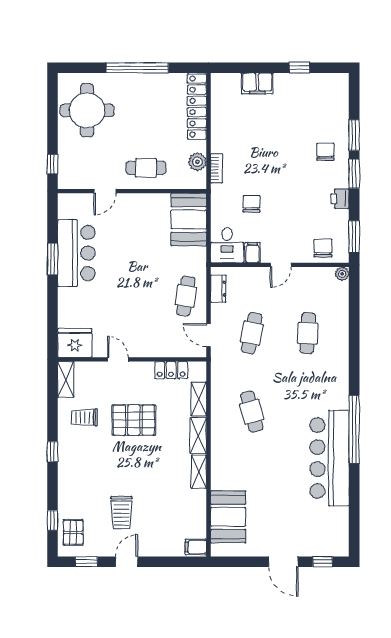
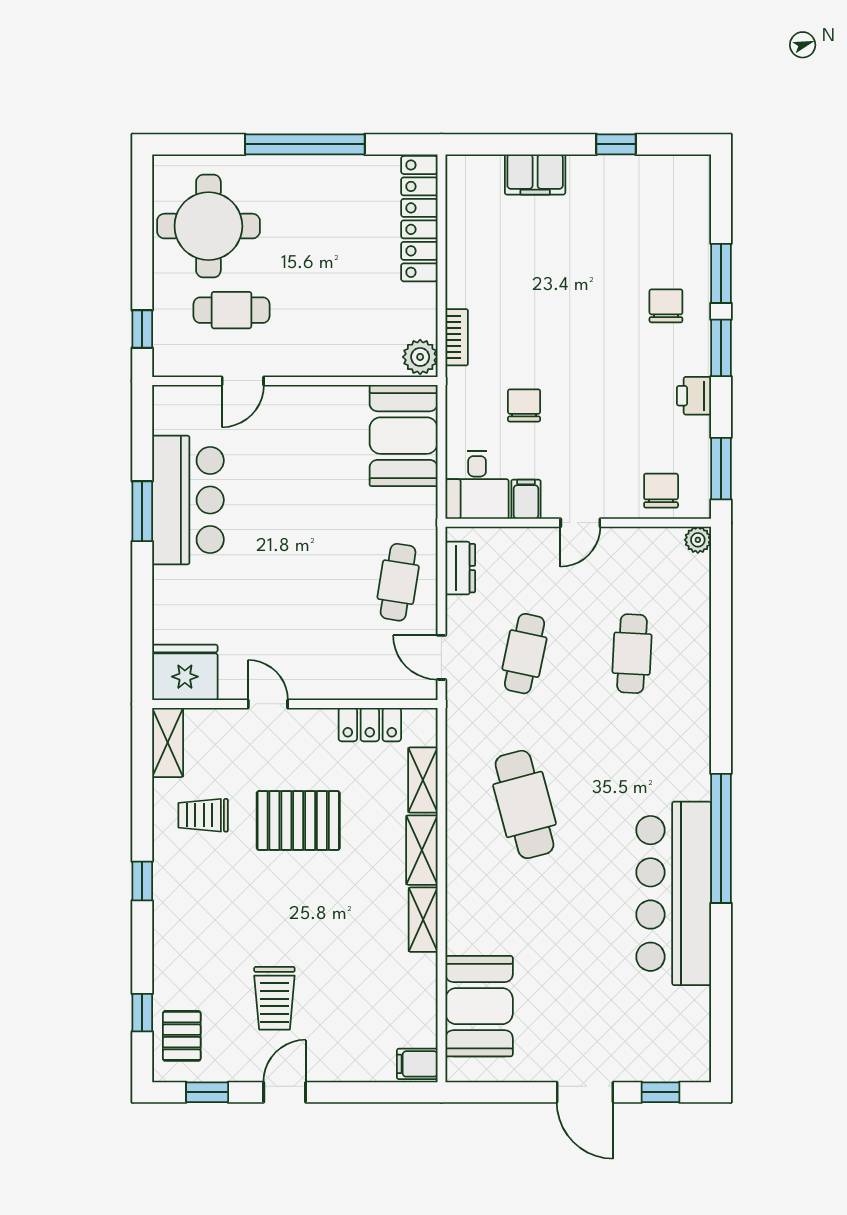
plant: (197, 162) -> (420, 357), moved
cafe table: (146, 168) -> (232, 310), moved
cafe table: (252, 412) -> (525, 804), width x1.37, depth x1.35

